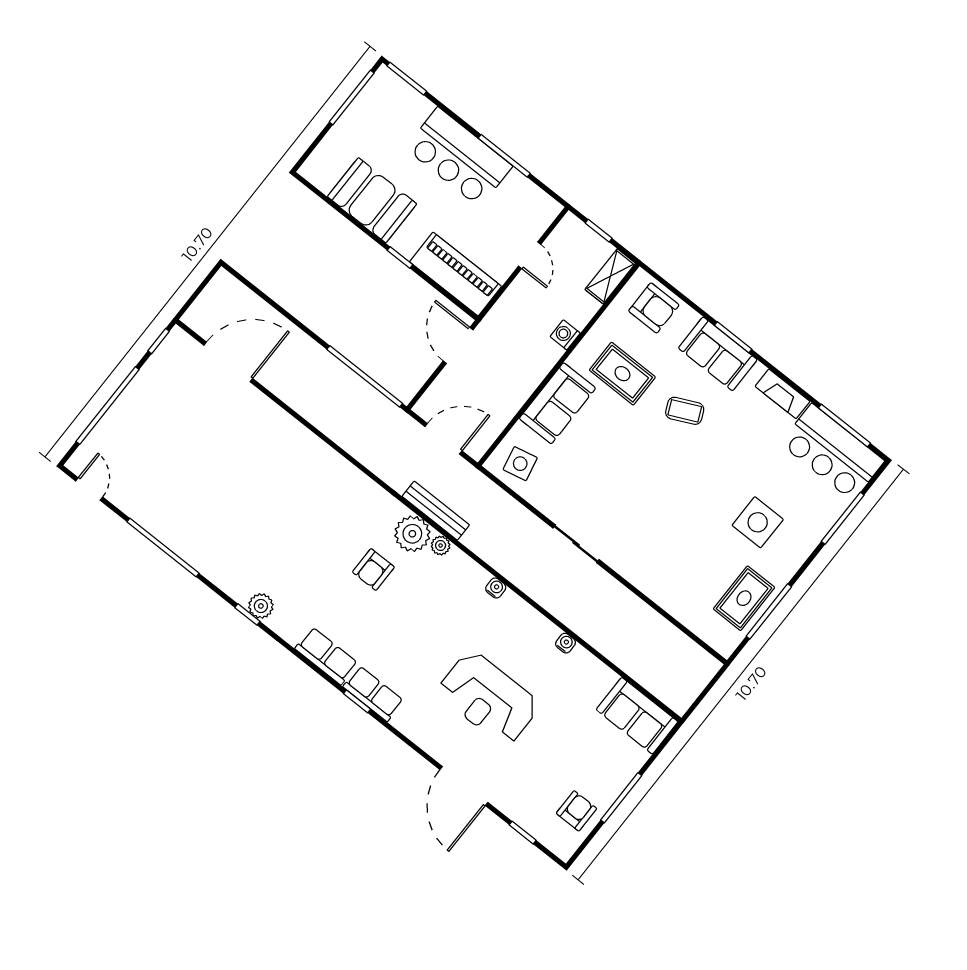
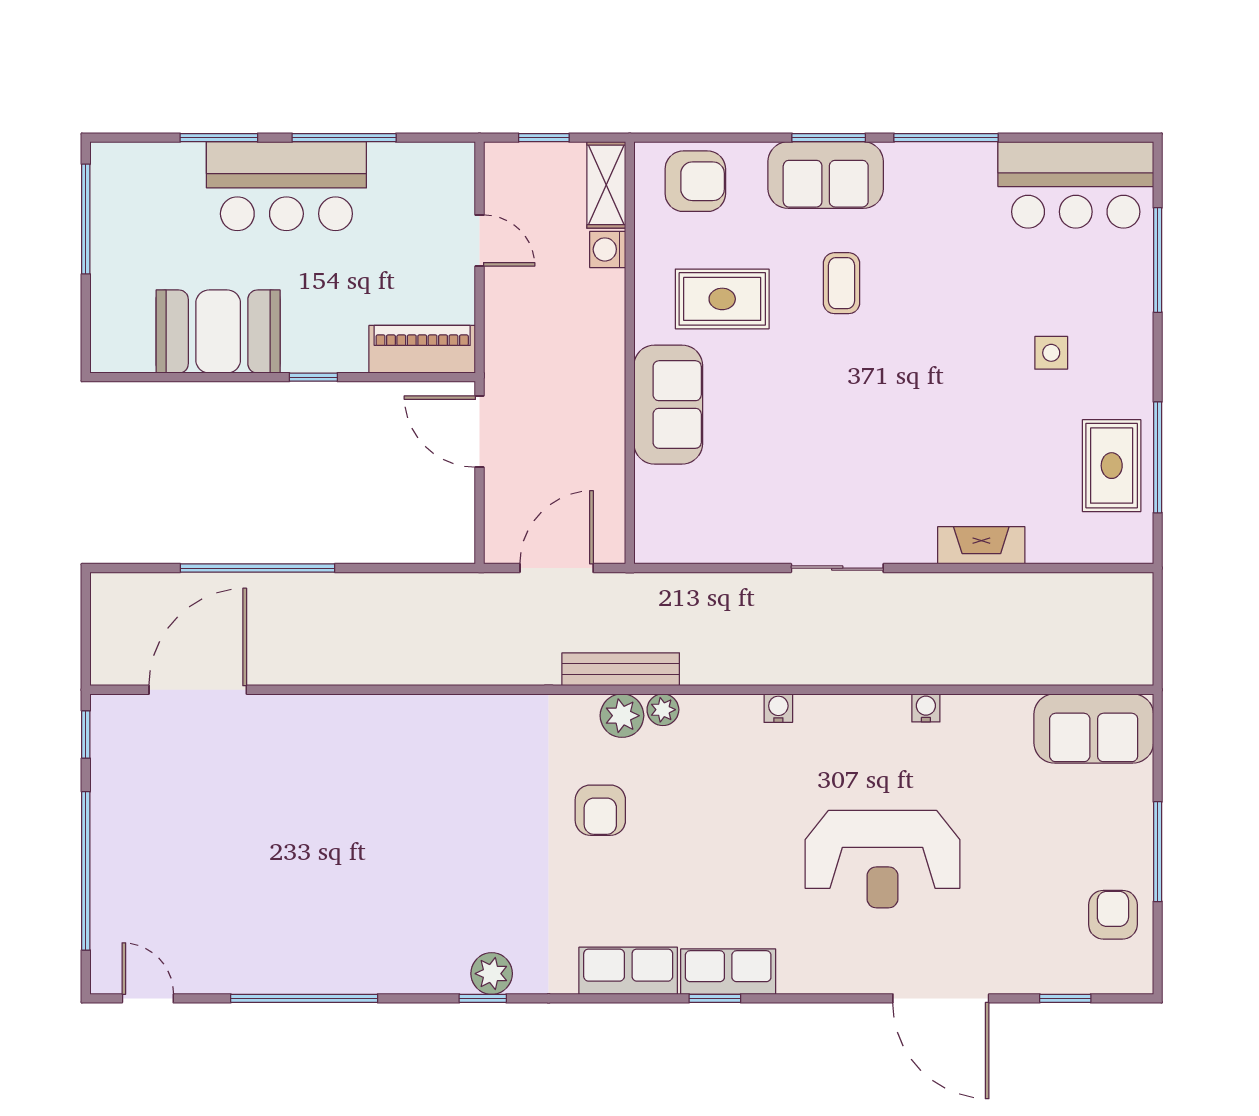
window: (407, 79) -> (219, 138), moved
piano: (456, 274) -> (422, 349), width x0.73, depth x0.75
washing machine: (565, 335) -> (608, 249), moved
window: (365, 376) -> (257, 568), moved
fireplace: (783, 394) -> (981, 545), moved, turned 180
coffee table: (685, 411) -> (842, 283), turned -65
window: (844, 425) -> (946, 138), moved
side table: (520, 464) -> (682, 521), removed
side table: (758, 522) -> (1051, 353), width x0.54, depth x0.54
plant: (412, 534) -> (622, 716), width x0.73, depth x0.73

